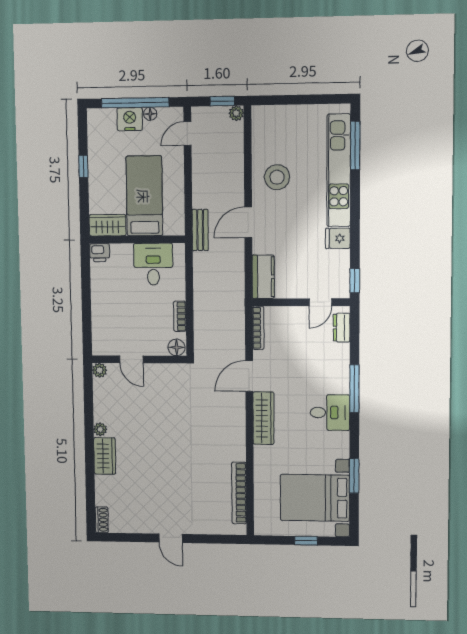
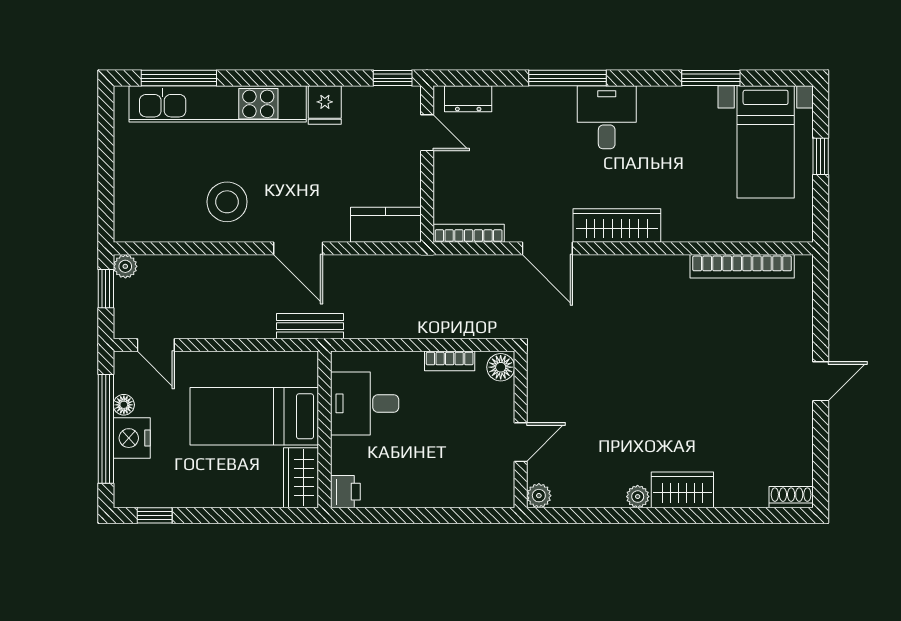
window: (83, 166) -> (155, 515), moved
bed with nightstands: (315, 498) -> (766, 142), width x0.73

